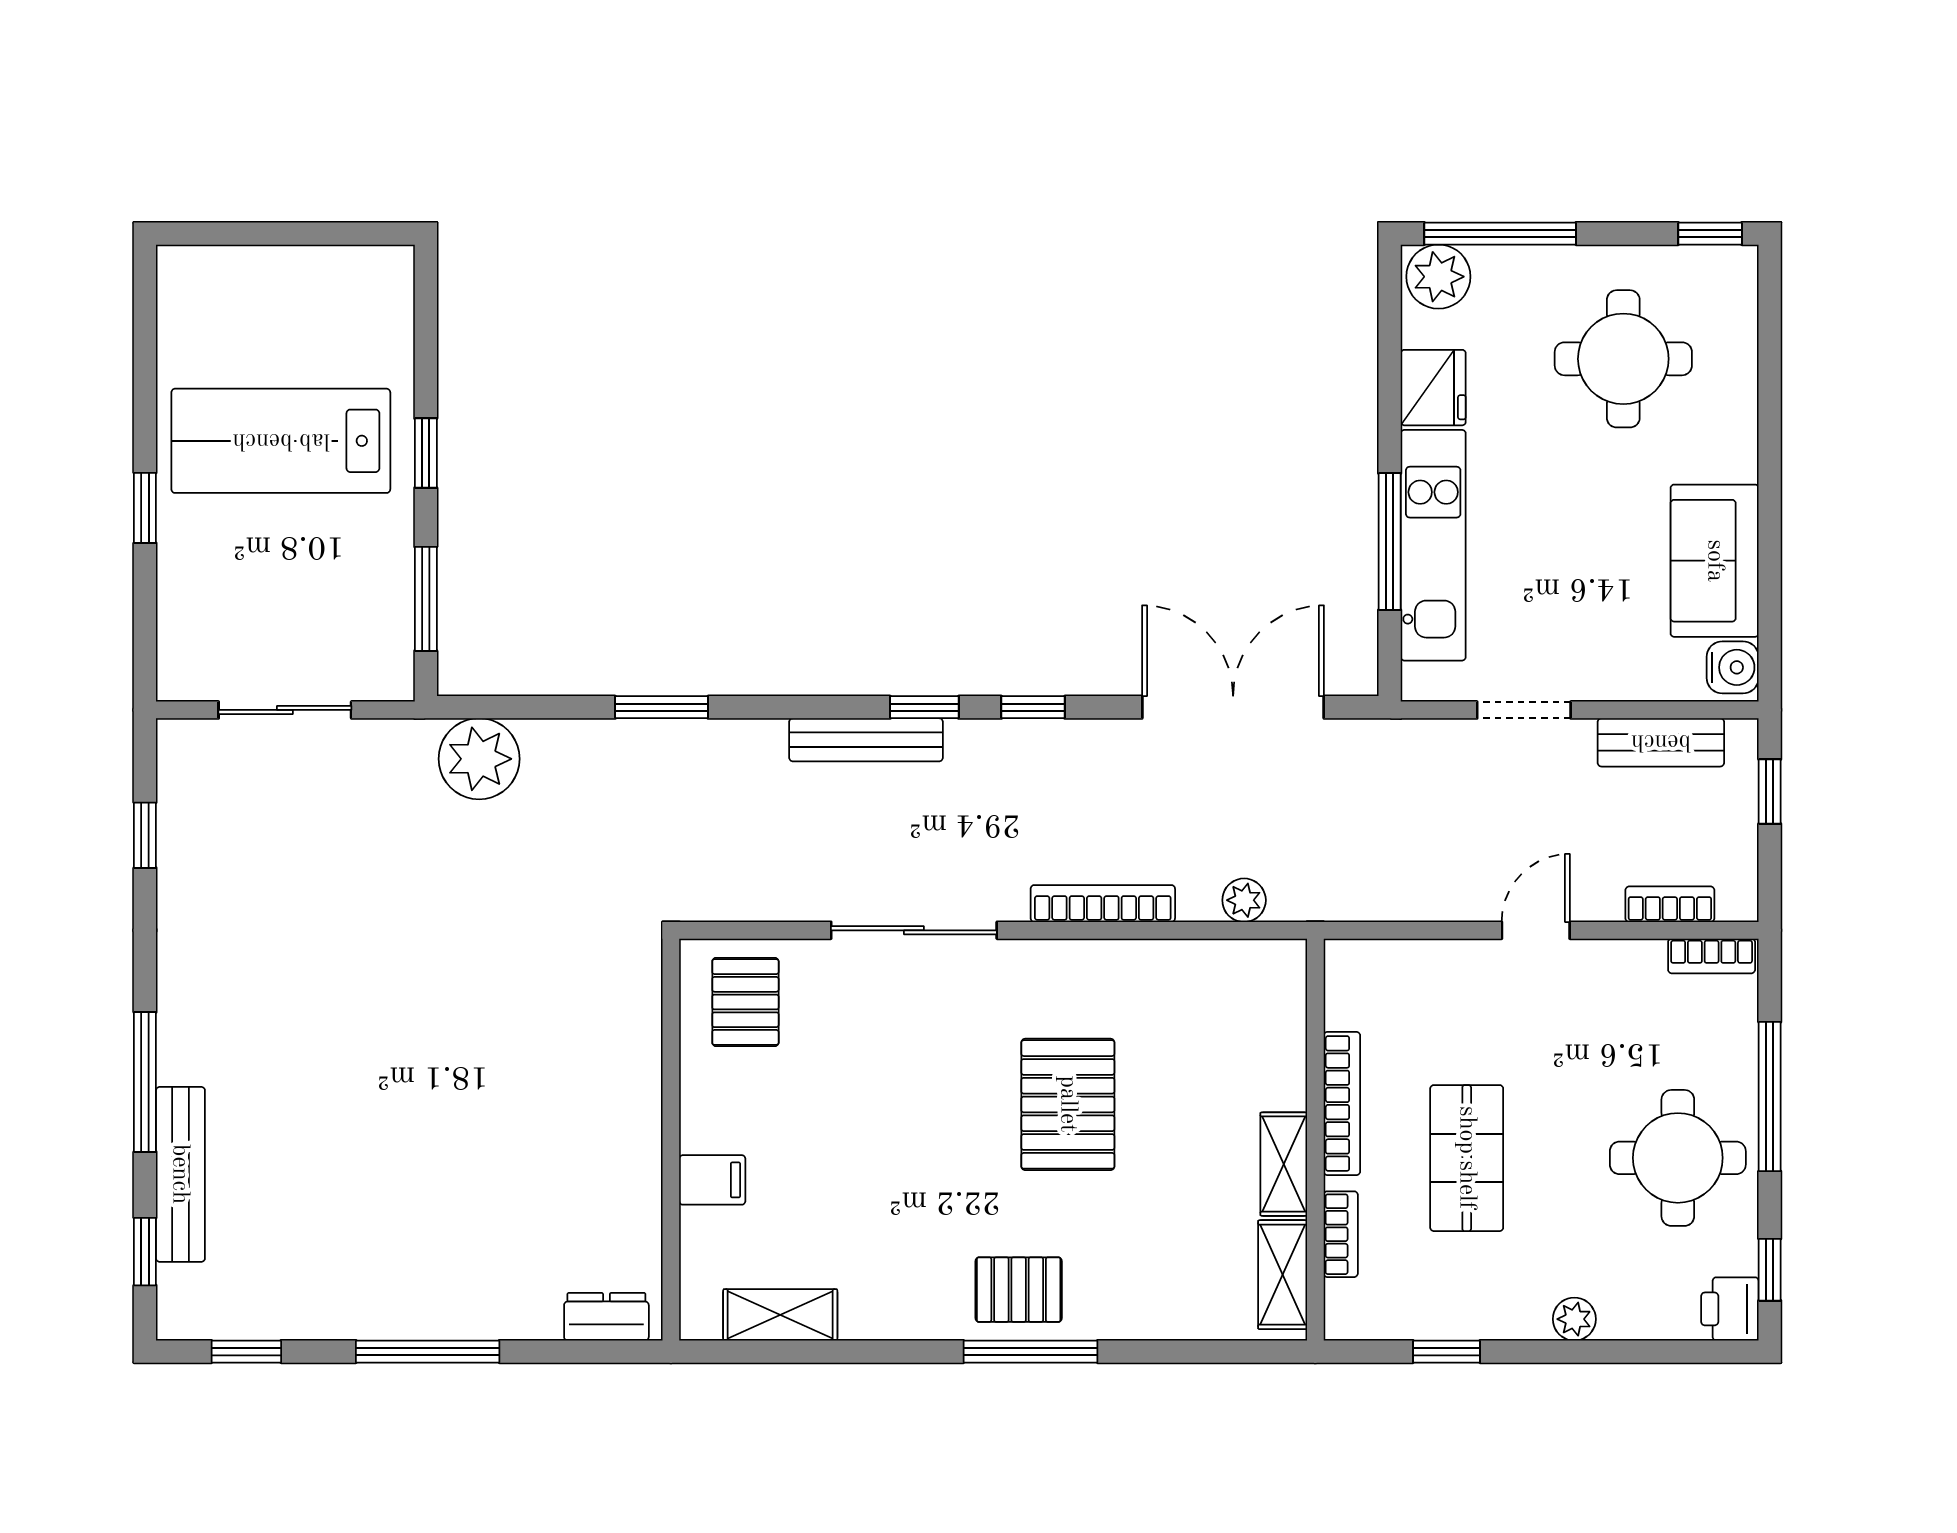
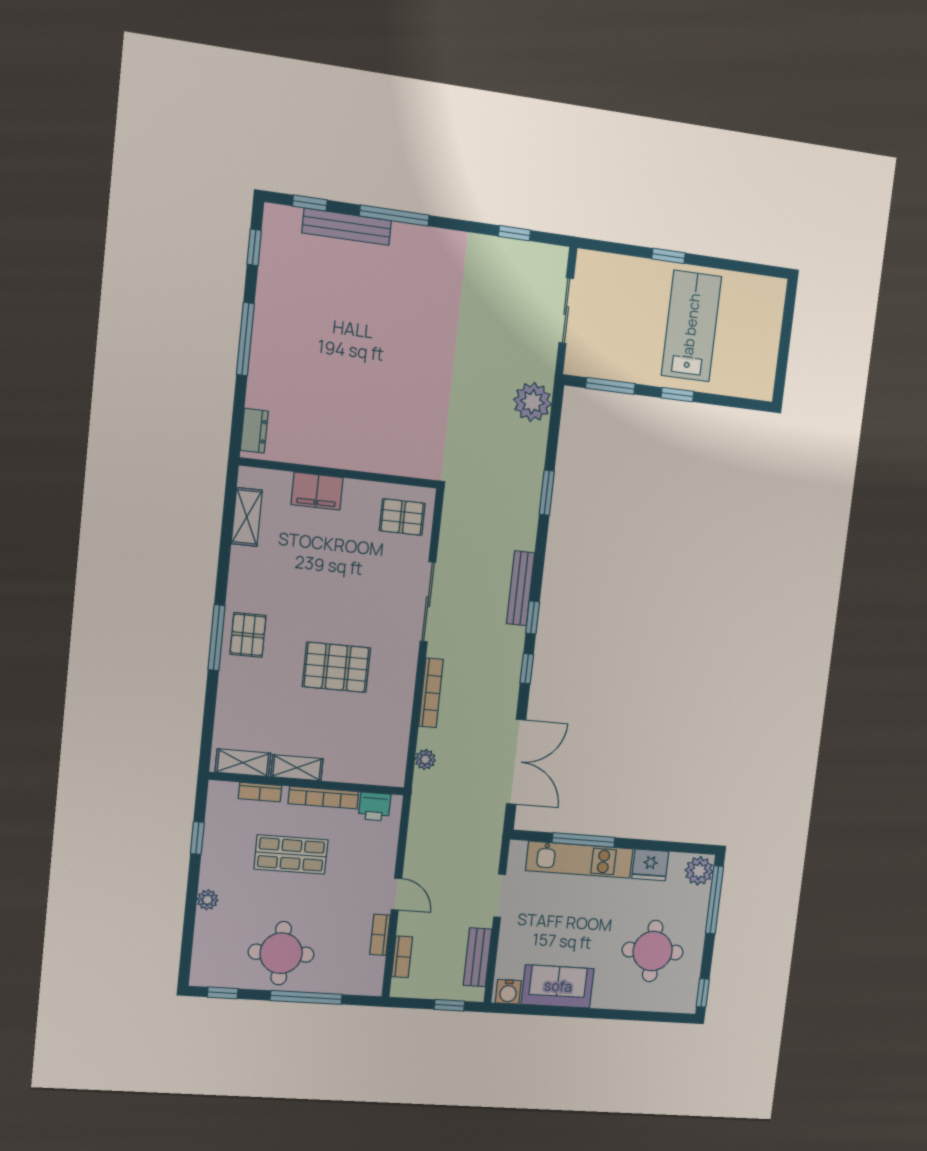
bookcase: (1712, 956) -> (380, 935), moved
filing cabinet: (712, 1180) -> (317, 491), width x2.00
printer: (1730, 1309) -> (375, 807), moved, turned 180

